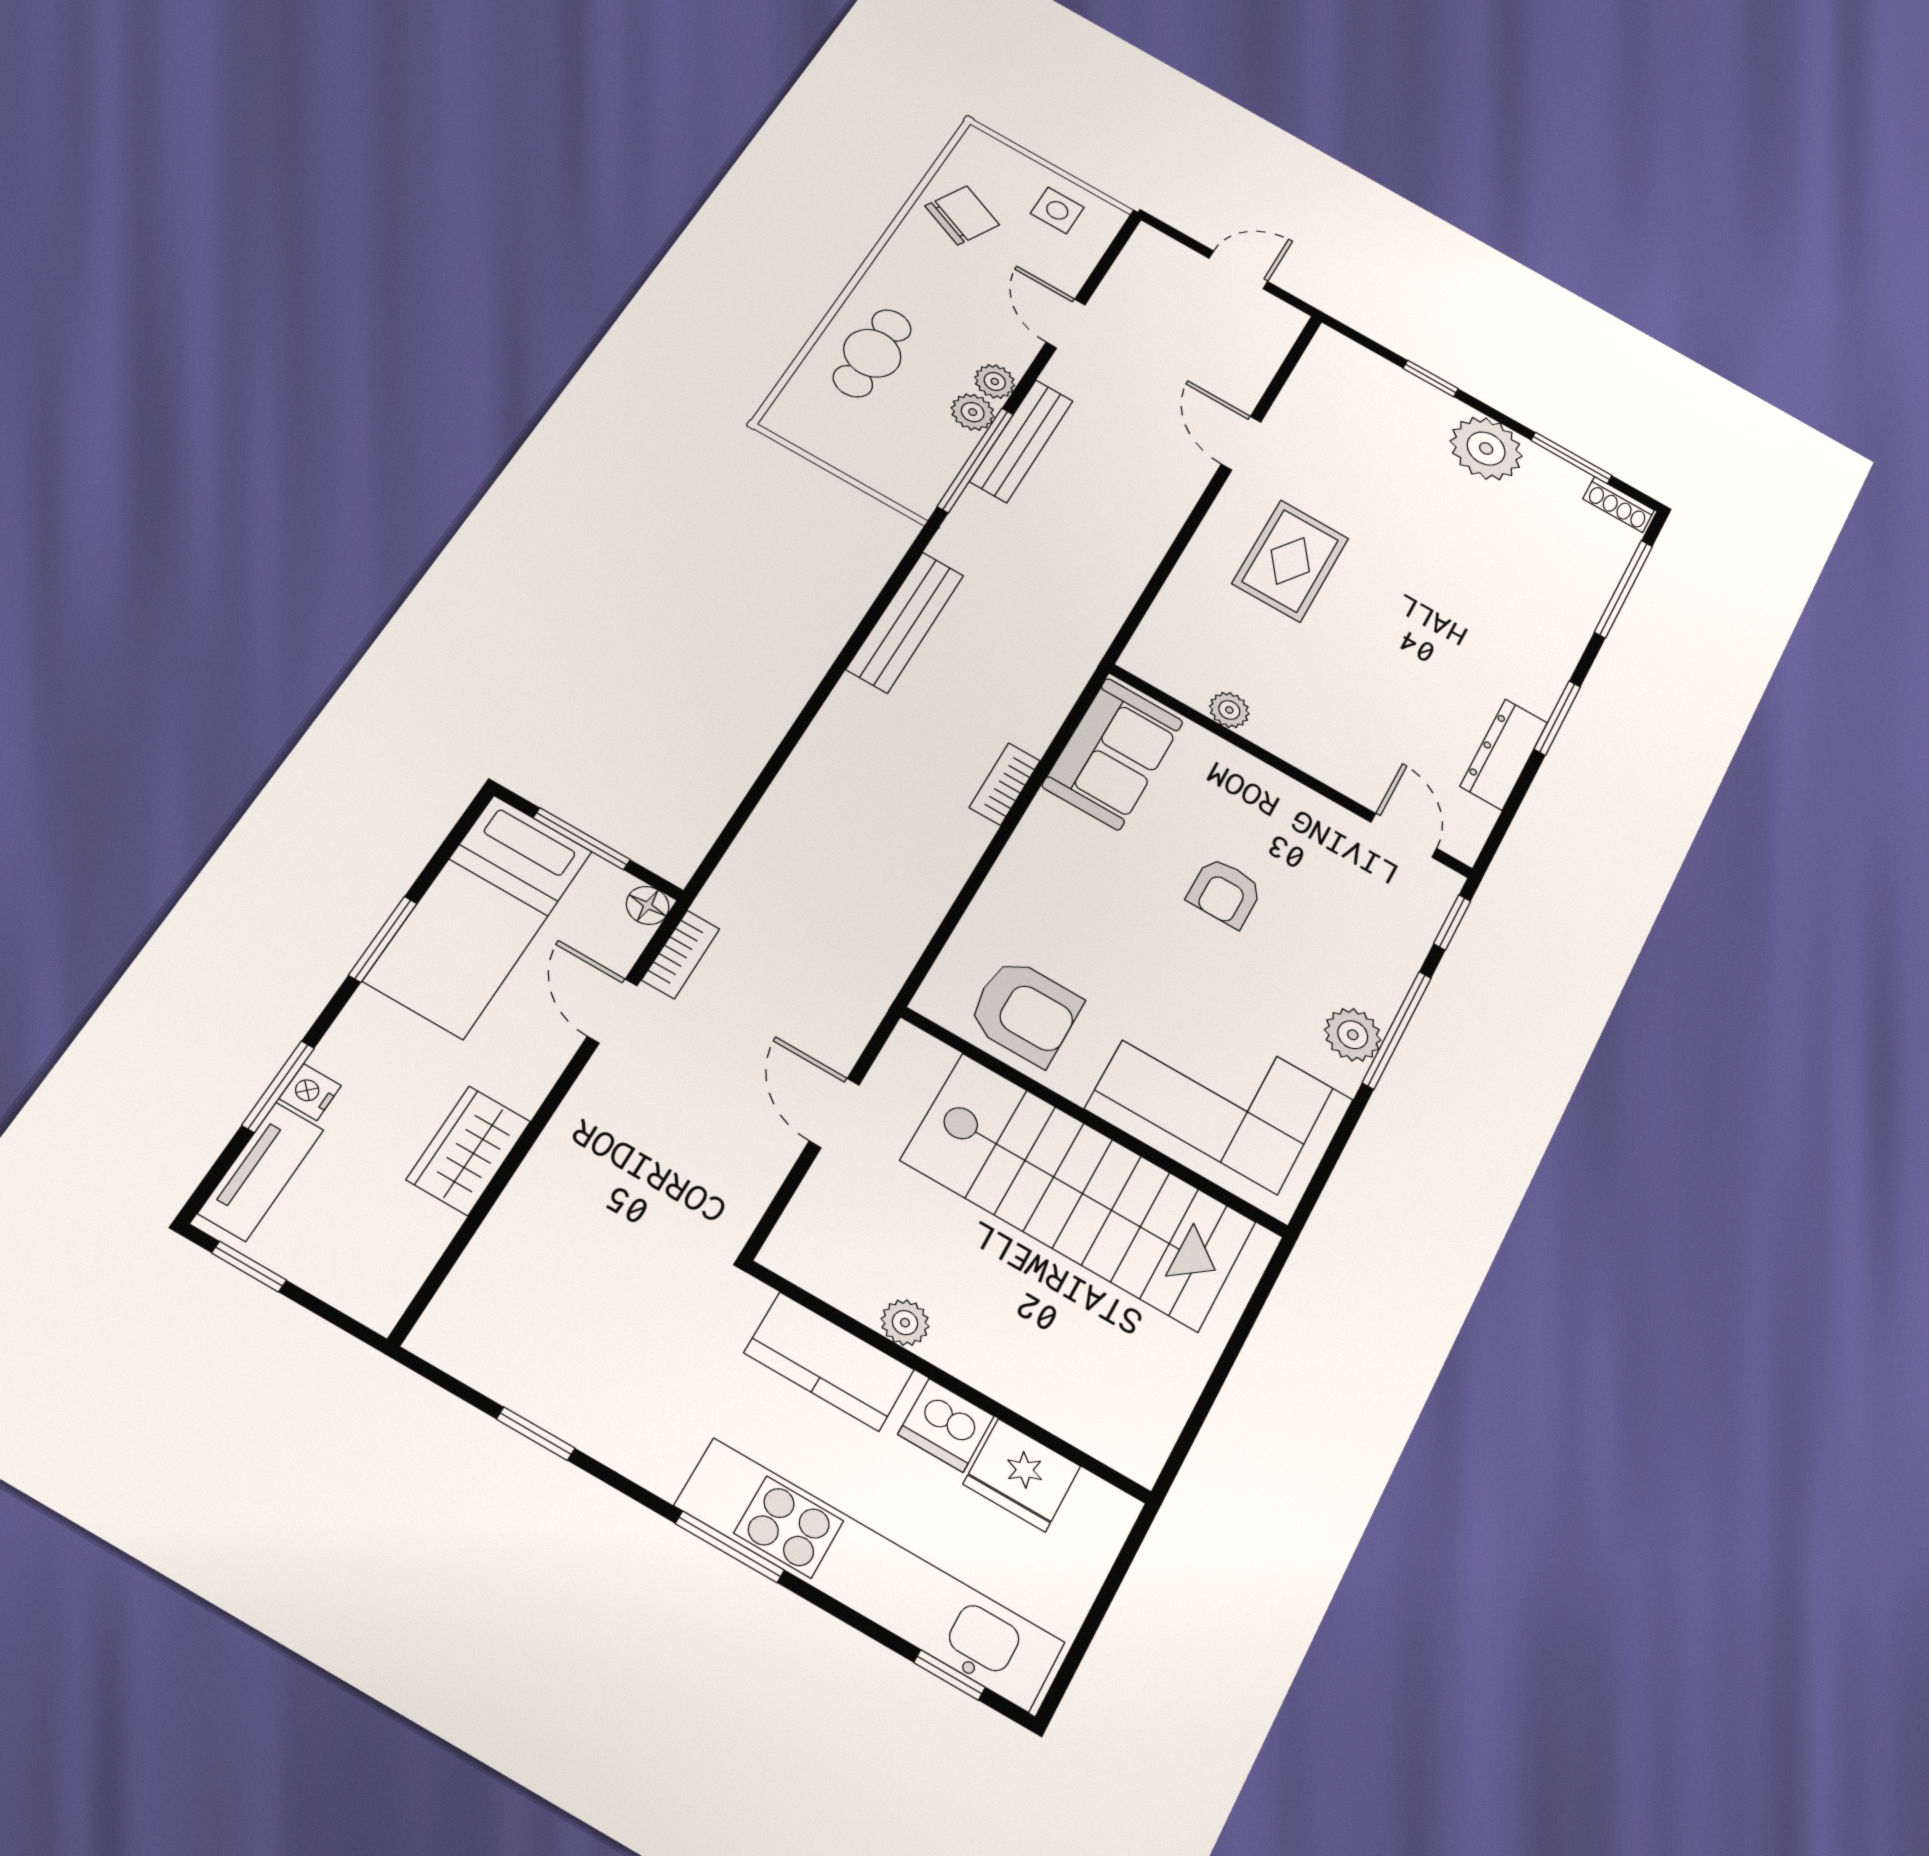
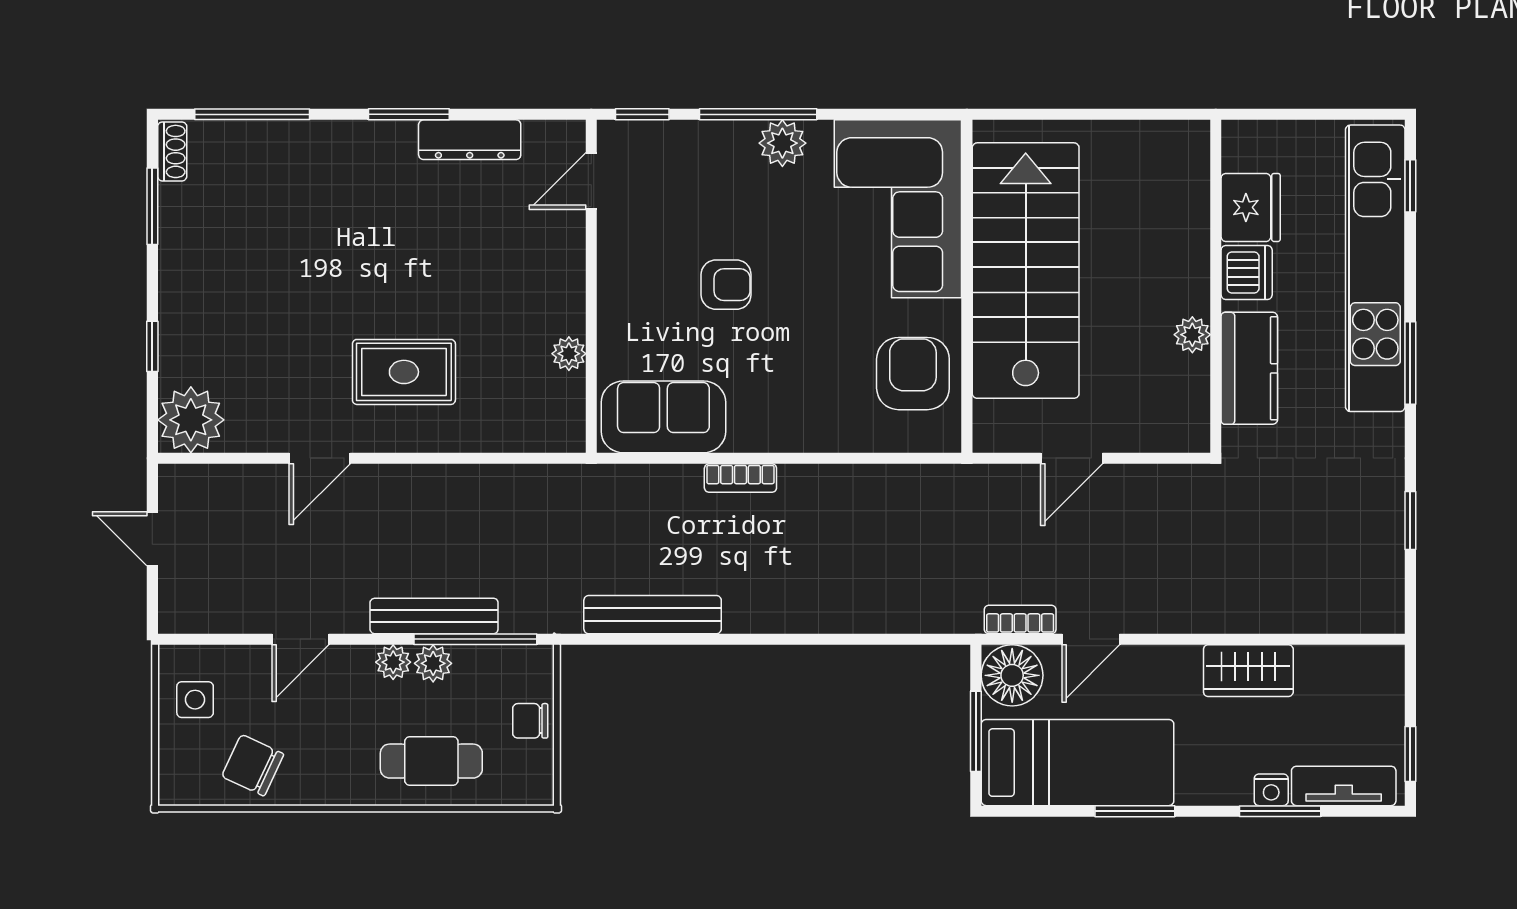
plant: (1486, 449) -> (191, 420), moved
chair: (860, 456) -> (530, 721), added
floor lamp: (648, 905) -> (1012, 675), width x1.89, depth x1.89

